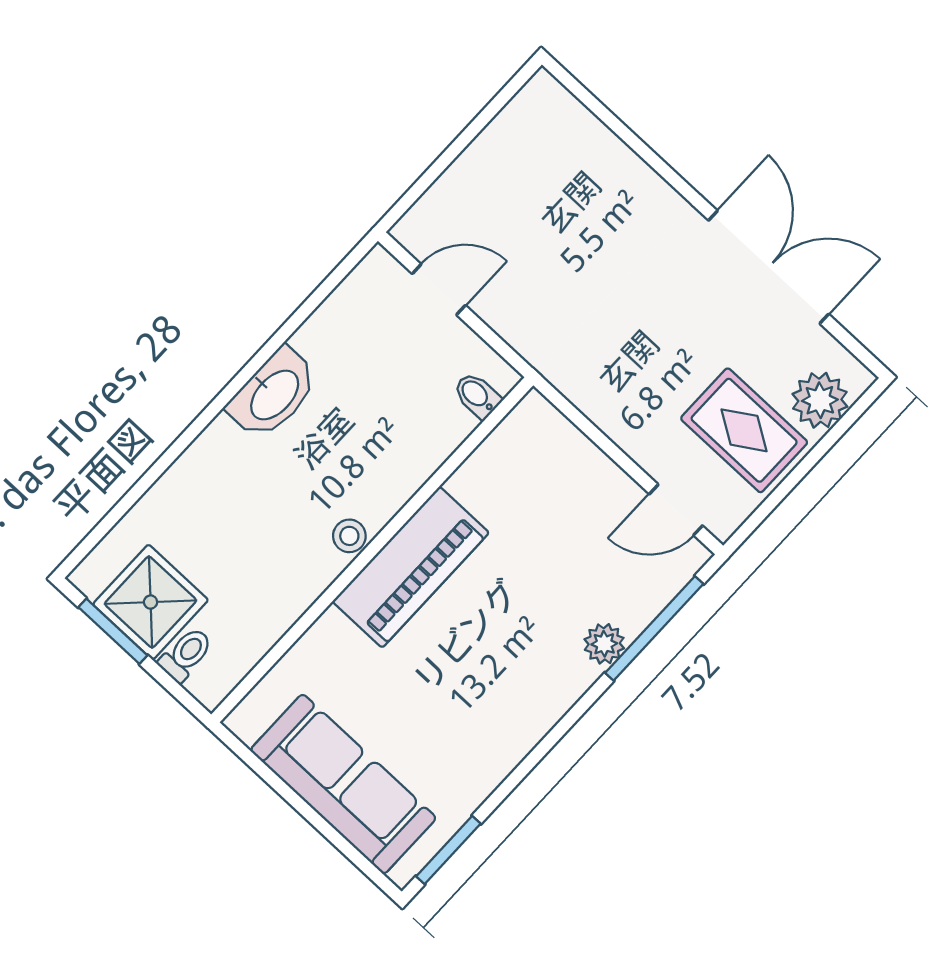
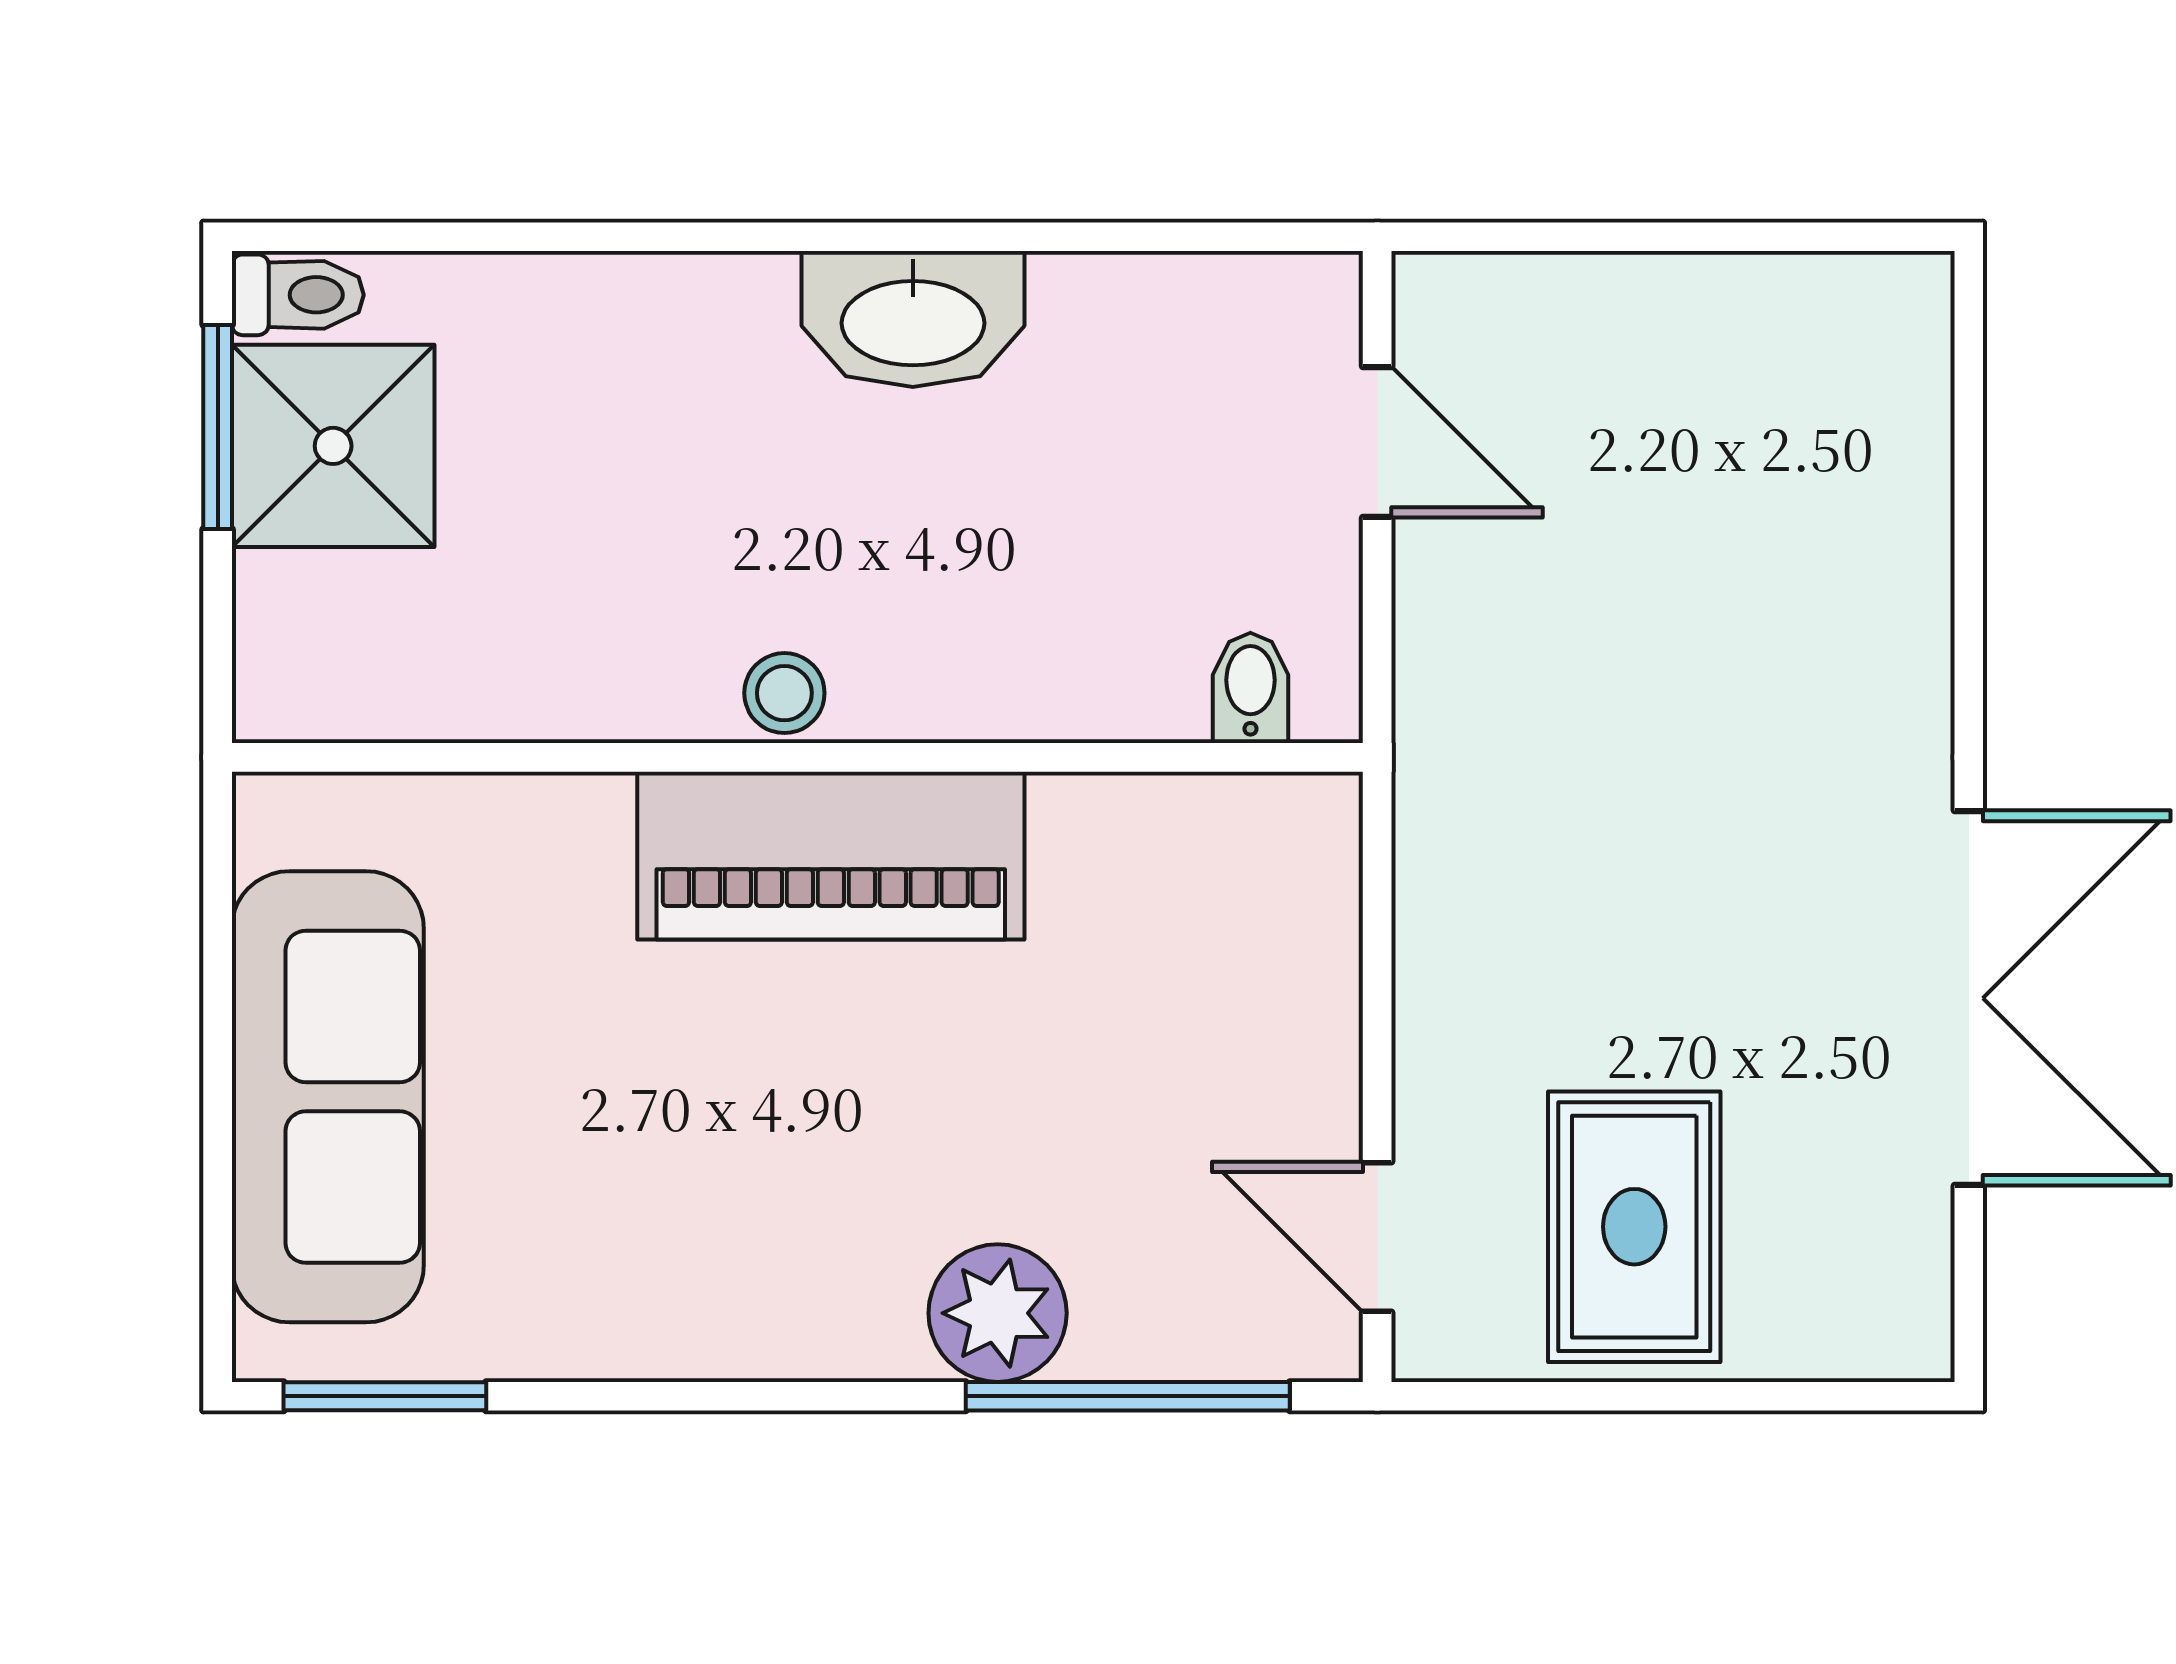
plant: (820, 400) -> (1815, 1313), removed
plant: (604, 644) -> (998, 1313), width x1.38, depth x1.38
toilet: (186, 654) -> (298, 295), moved

